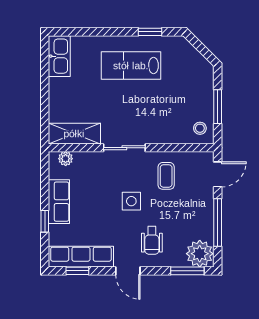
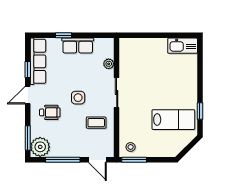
lab bench: (131, 66) -> (173, 120), moved, turned 90
window: (218, 107) -> (134, 160), moved
shelving: (74, 134) -> (127, 57), removed
plant: (66, 159) -> (109, 64), moved
wheelchair: (152, 240) -> (50, 112), turned 180
window: (77, 271) -> (28, 70), moved

